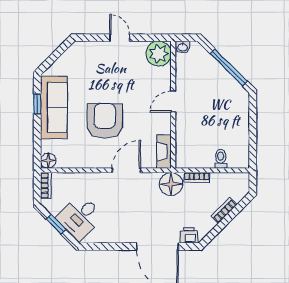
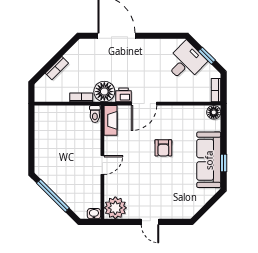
armchair: (105, 121) -> (163, 148), width x0.53, depth x0.53
toilet: (221, 159) -> (95, 114), moved
printer: (189, 235) -> (124, 95), moved, turned 180

